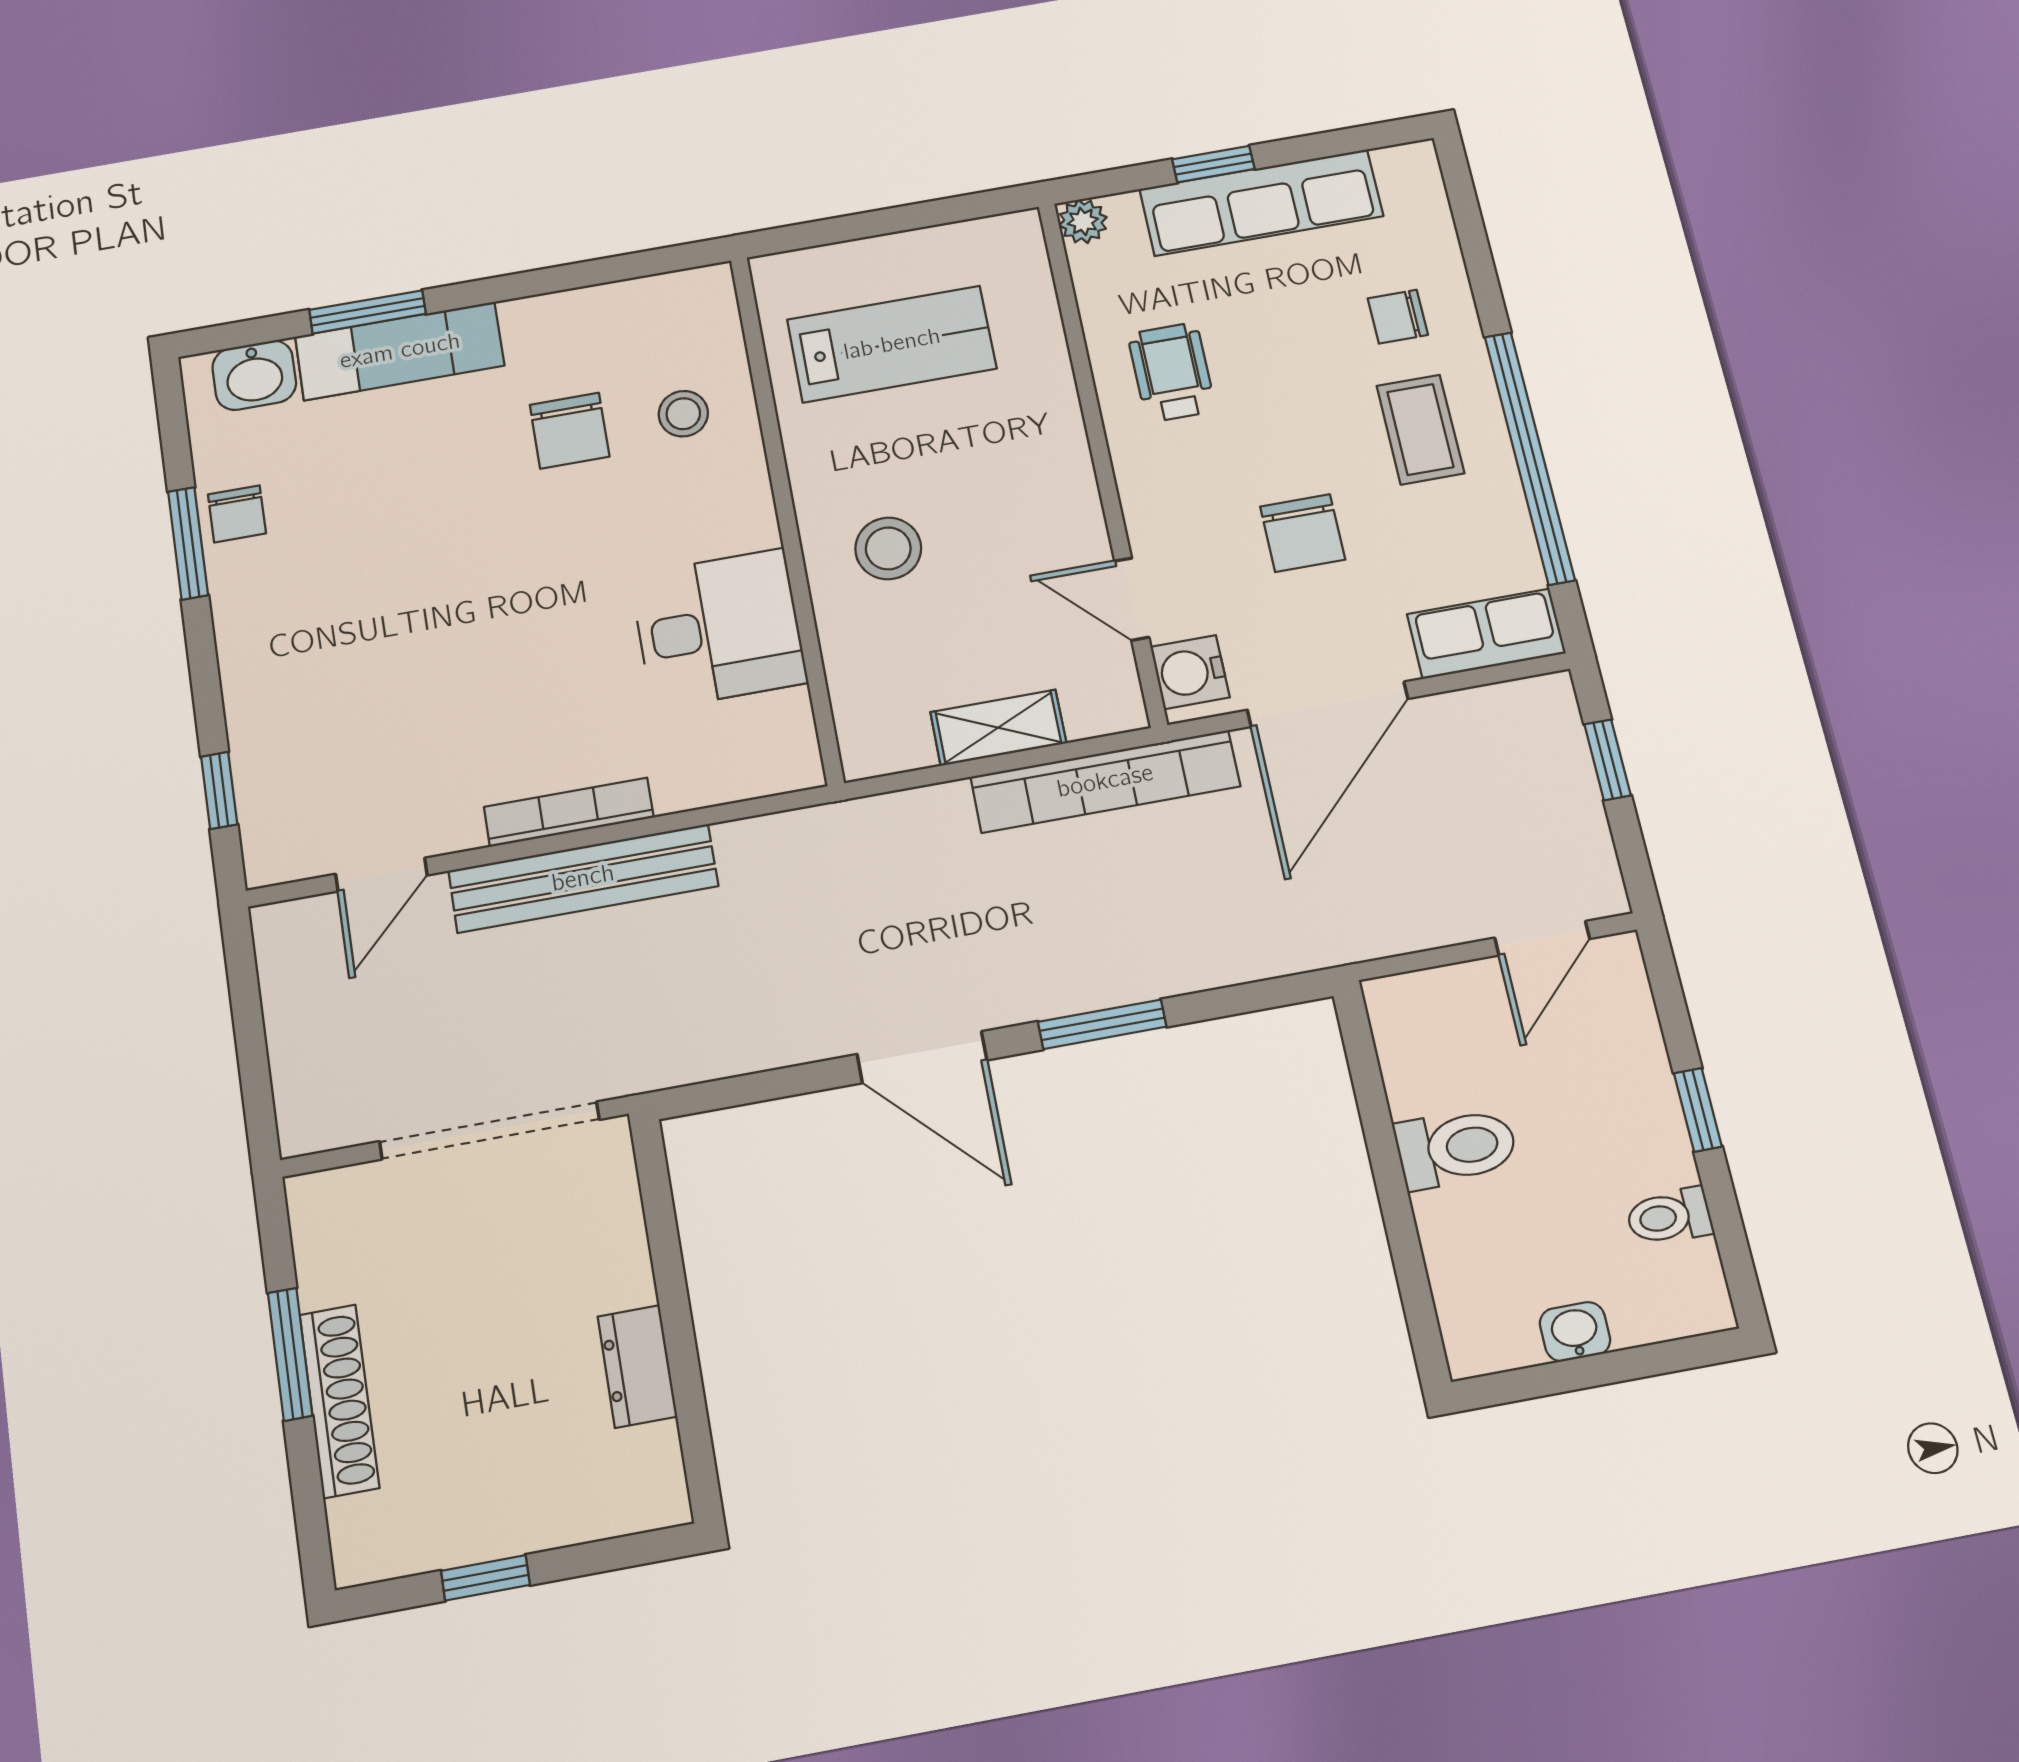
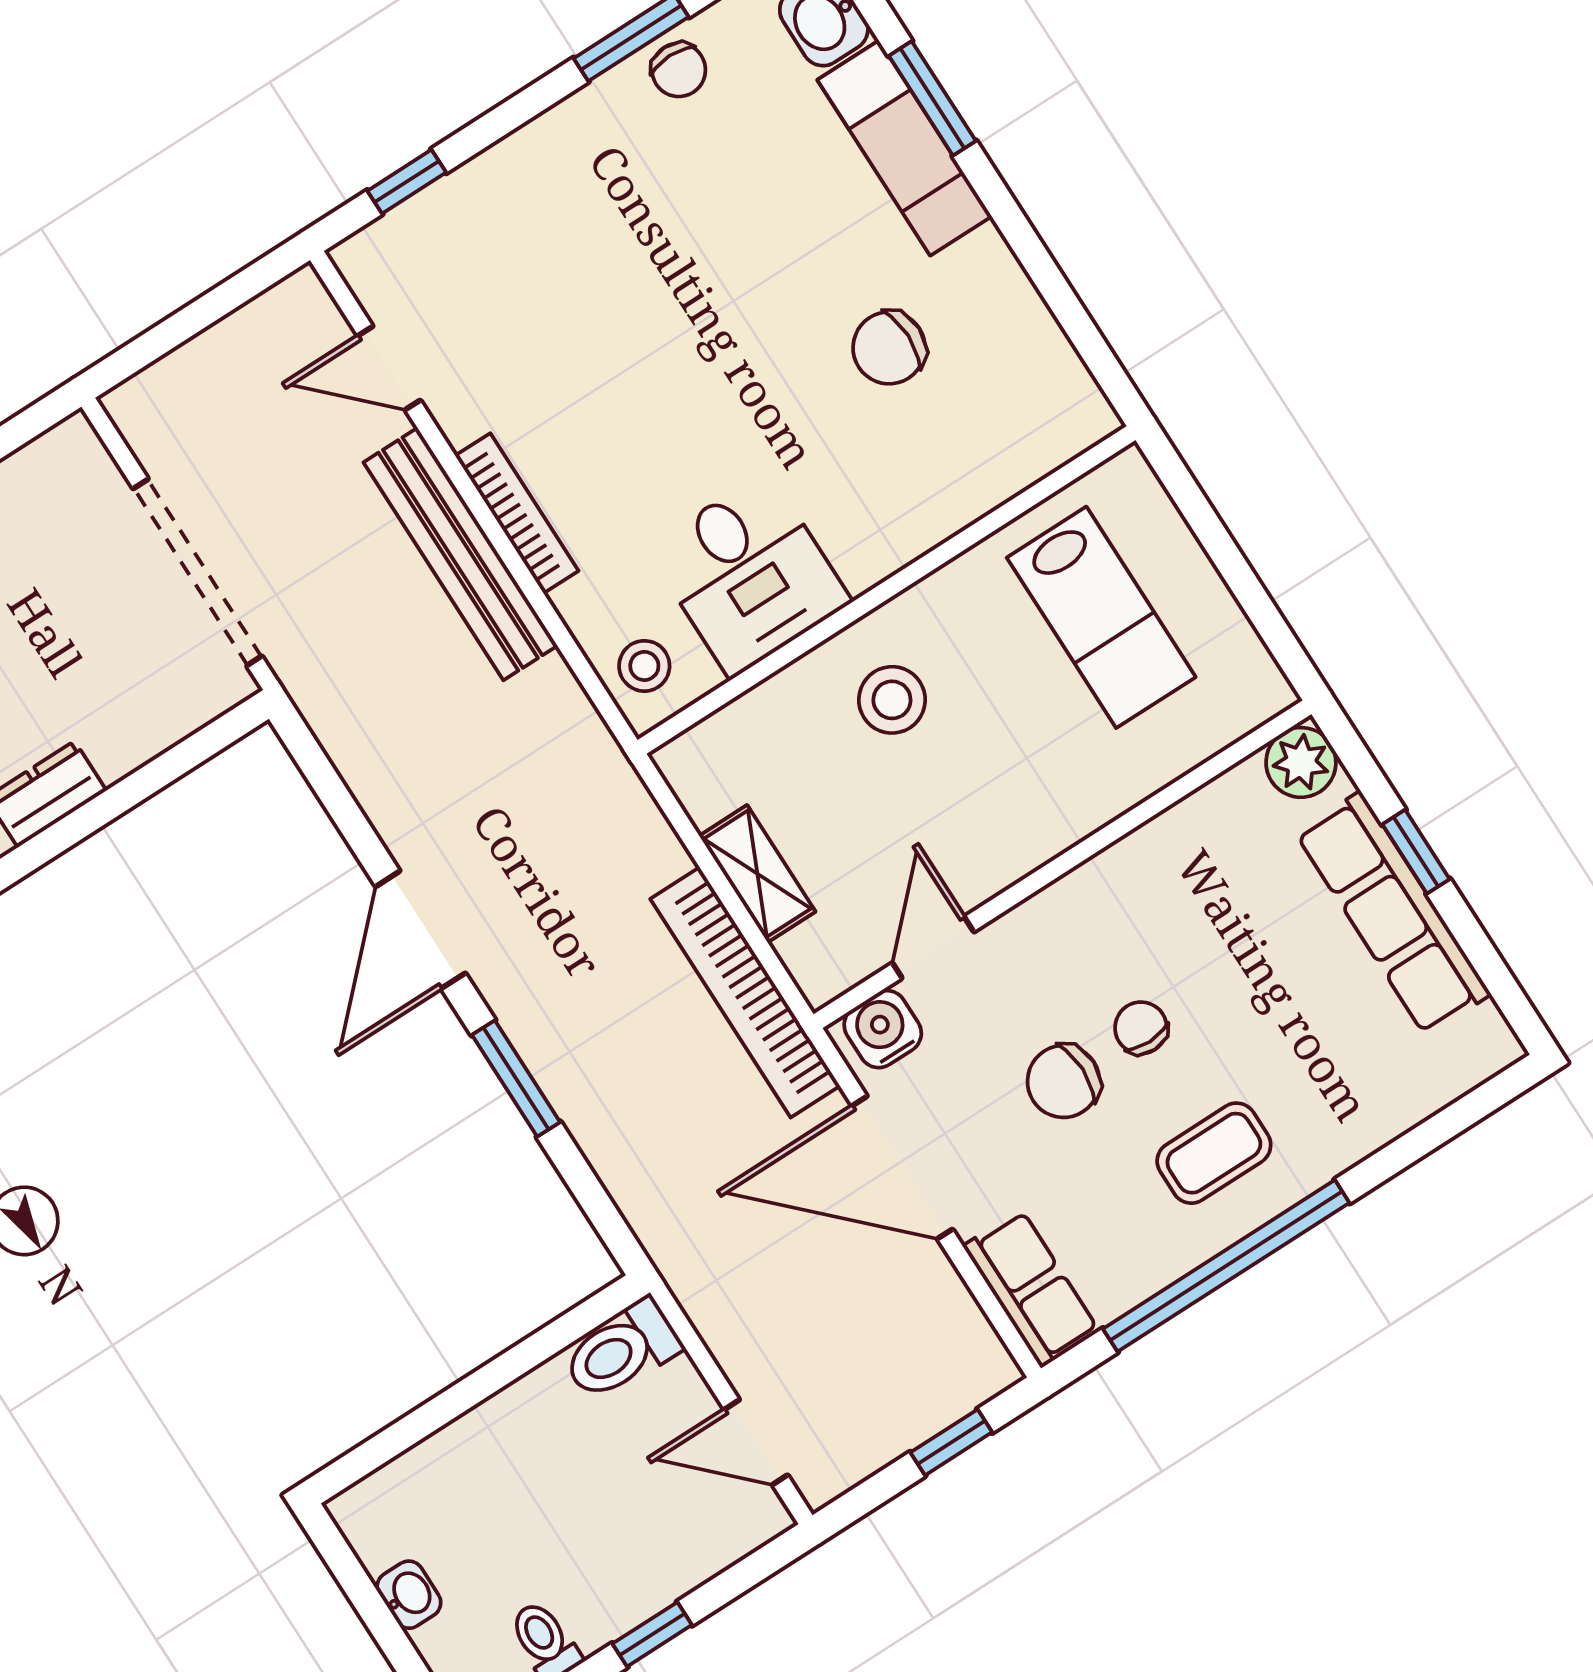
plant: (1083, 221) -> (1301, 762), width x1.38, depth x1.38
chair: (1398, 317) -> (1141, 1028), moved
wheelchair: (1172, 372) -> (1179, 896), removed
stool: (683, 414) -> (644, 666), moved
chair: (237, 514) -> (679, 70), turned -90
toilet: (1456, 1148) -> (622, 1350), moved, turned 90

